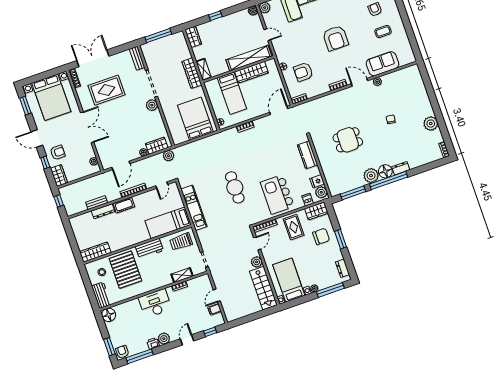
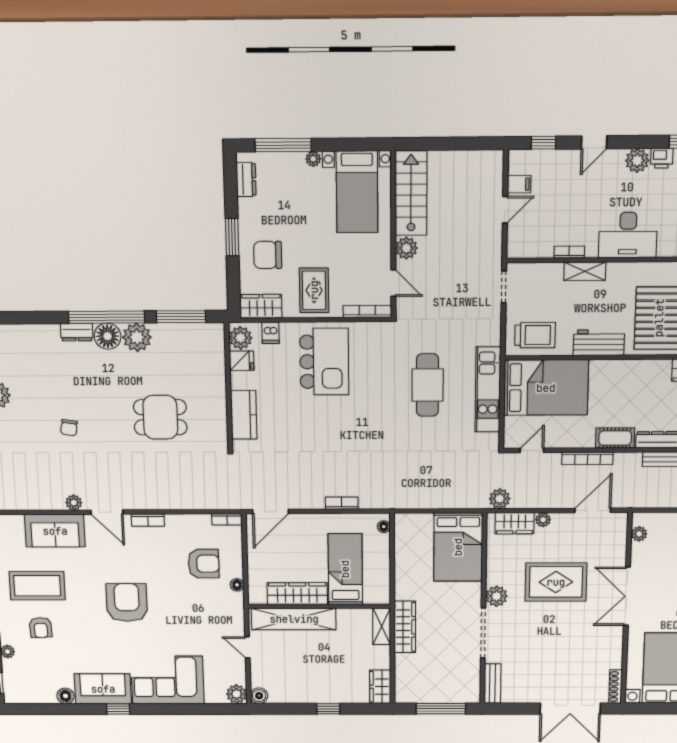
coffee table: (383, 31) -> (37, 586), width x1.86, depth x1.72
rug: (107, 90) -> (556, 582), moved
bed: (195, 119) -> (458, 547), moved
cafe table: (235, 187) -> (427, 385), moved
bed: (168, 223) -> (546, 388), width x1.50
door: (257, 243) -> (393, 283), swing flipped
shelving: (182, 275) -> (585, 271), moved

